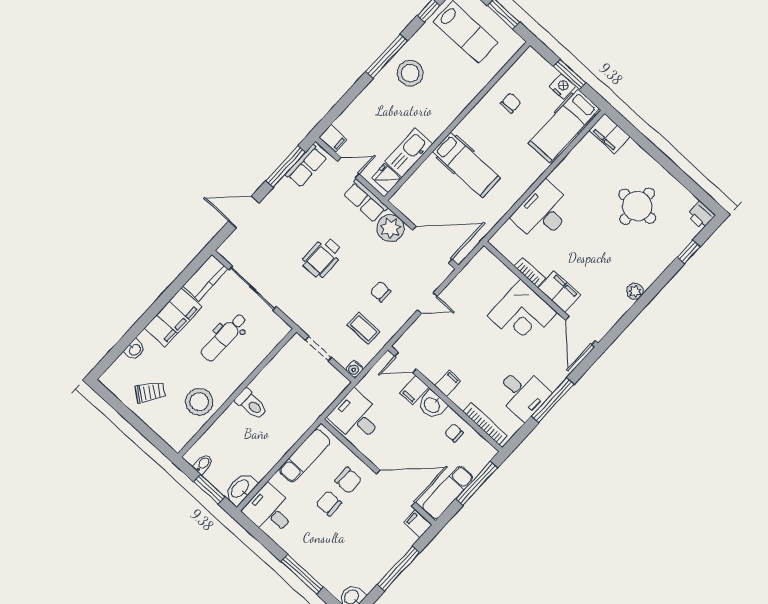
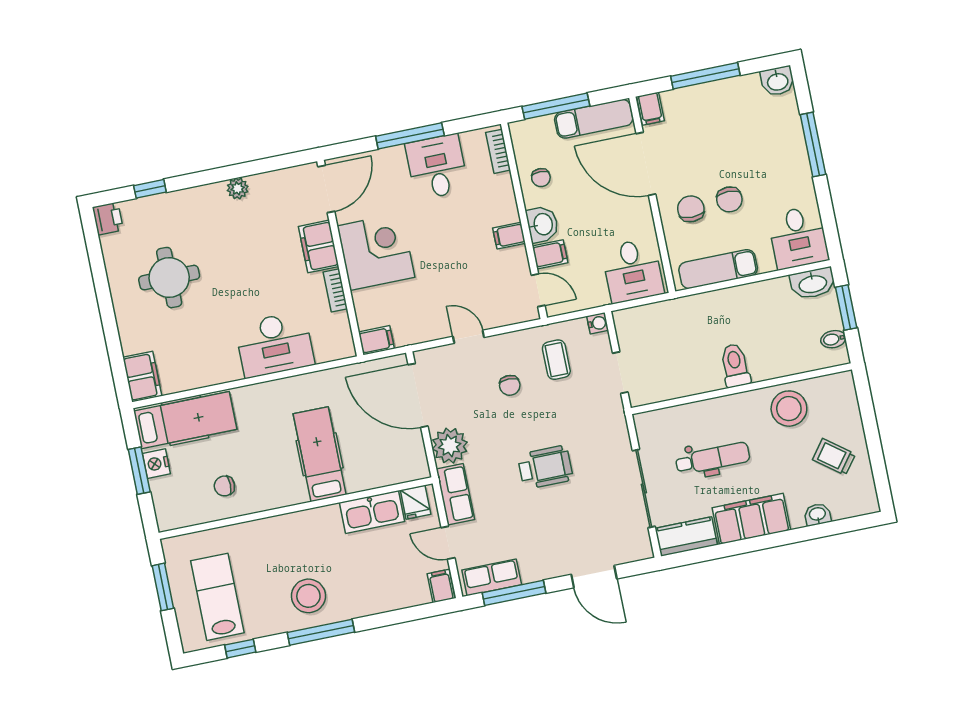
filing cabinet: (482, 260) -> (376, 340), added
bookcase: (485, 424) -> (498, 151), width x0.64

